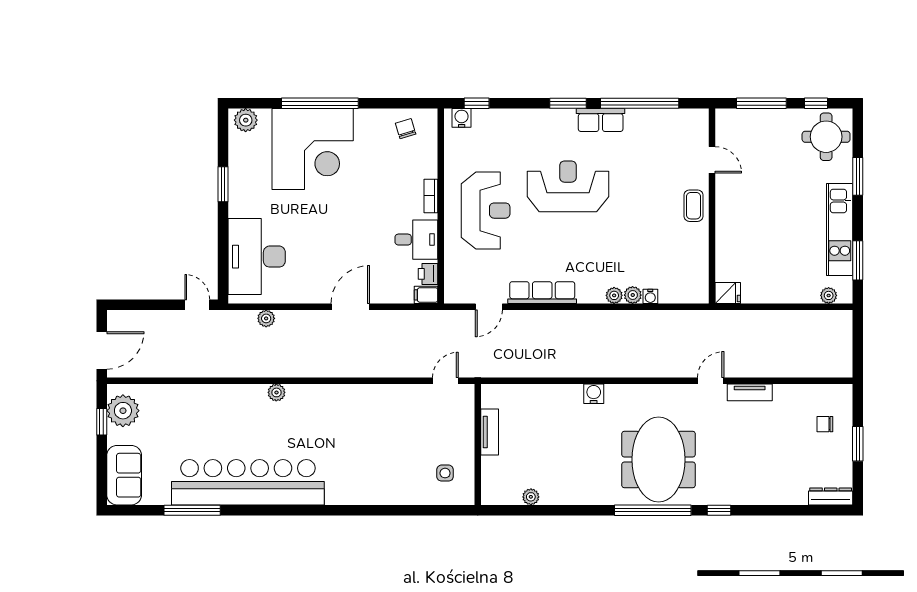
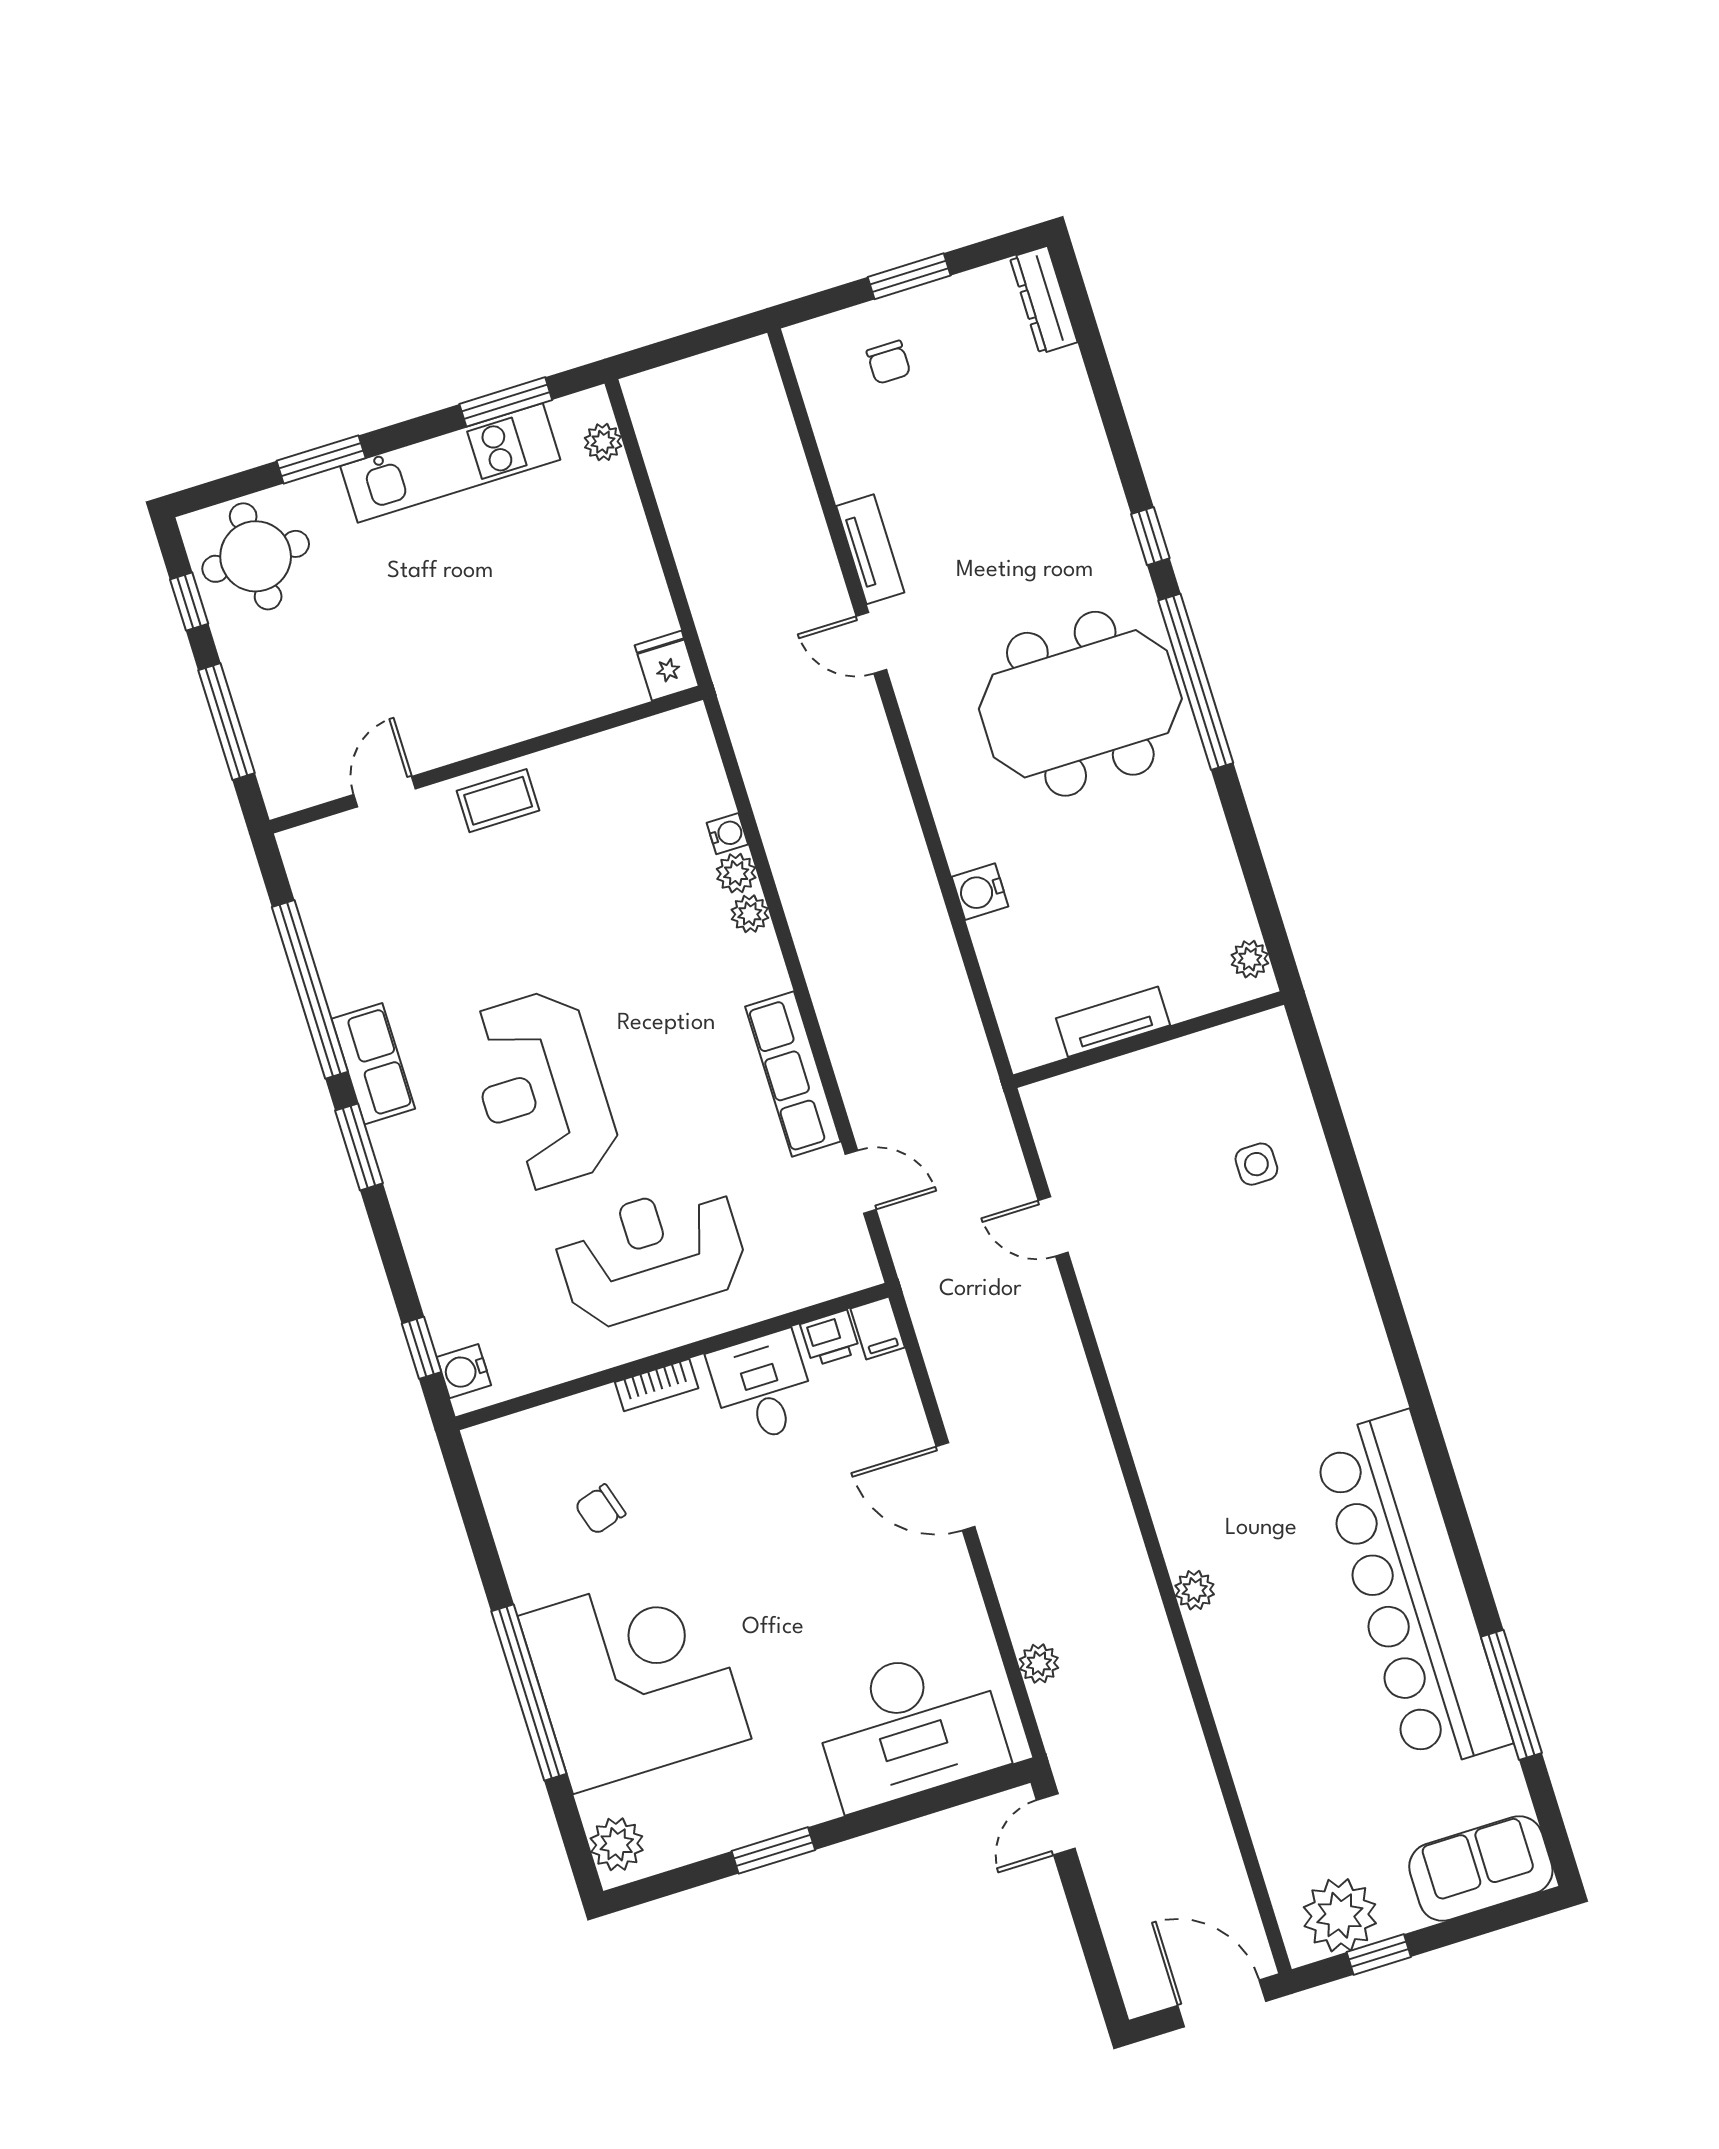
chair: (406, 129) -> (600, 1509), moved
tv unit: (490, 432) -> (1113, 1022), moved
wall: (478, 444) -> (1149, 1040), moved

